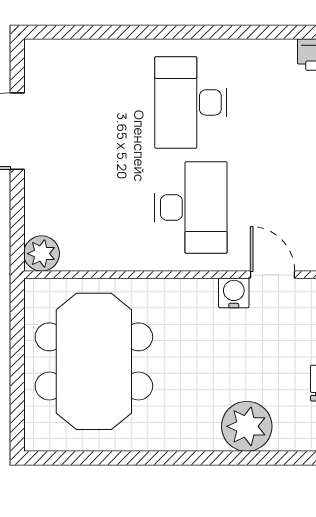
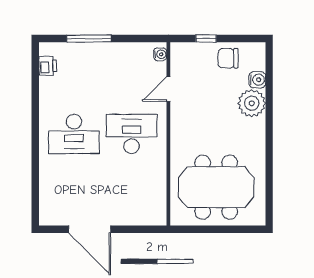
plant: (42, 254) -> (157, 216), removed
water cooler: (234, 293) -> (257, 80), moved, turned 180

